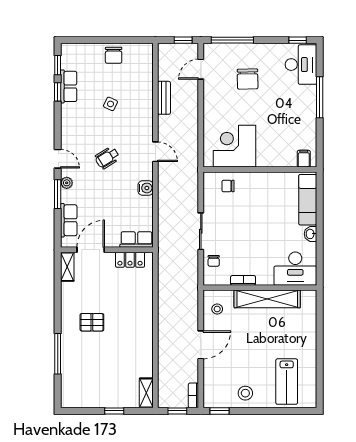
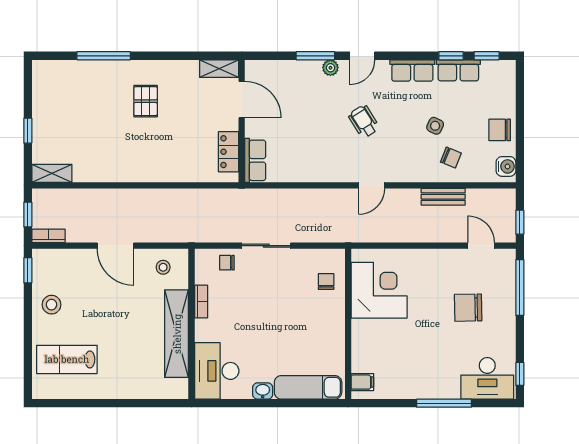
chair: (134, 92) -> (451, 158), added
water cooler: (146, 188) -> (506, 166), moved, turned -90
row of seats: (69, 220) -> (412, 70), moved

